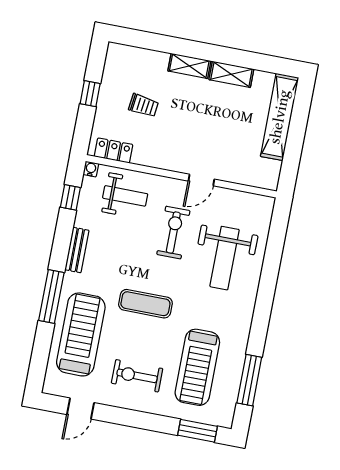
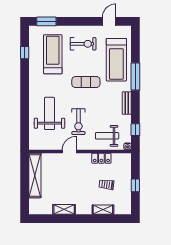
shelving: (189, 66) -> (103, 210), moved
shelving: (280, 117) -> (35, 175), moved
locker: (114, 151) -> (101, 158), moved
window: (249, 380) -> (25, 53), width x0.46

